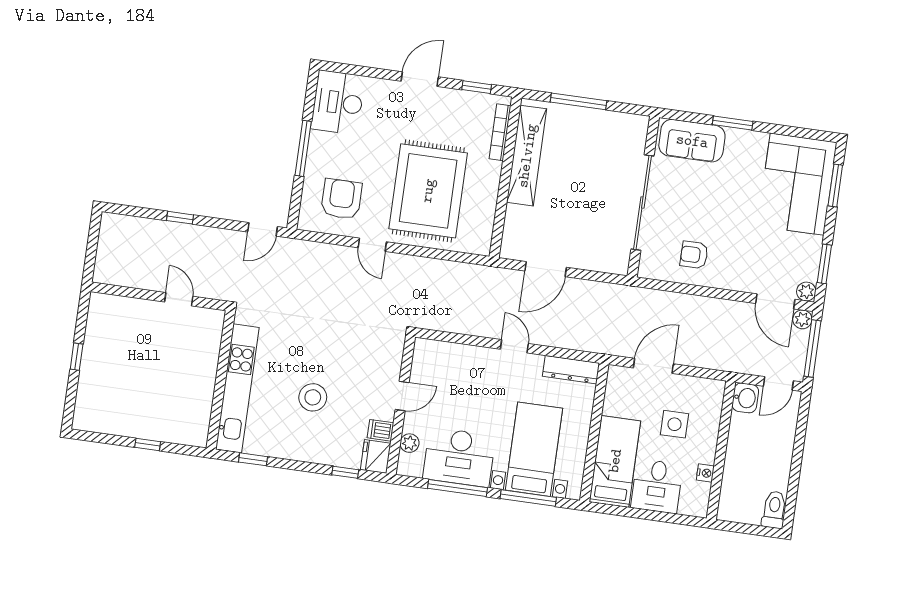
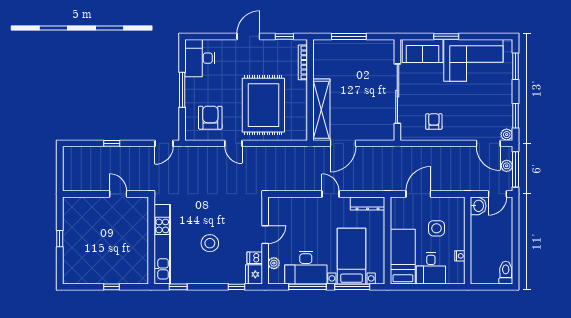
shelving: (527, 156) -> (321, 110), moved
corner sofa: (797, 184) -> (473, 60), moved, turned -90
armchair: (694, 255) -> (434, 122), turned 90
plant: (802, 319) -> (507, 166), moved

